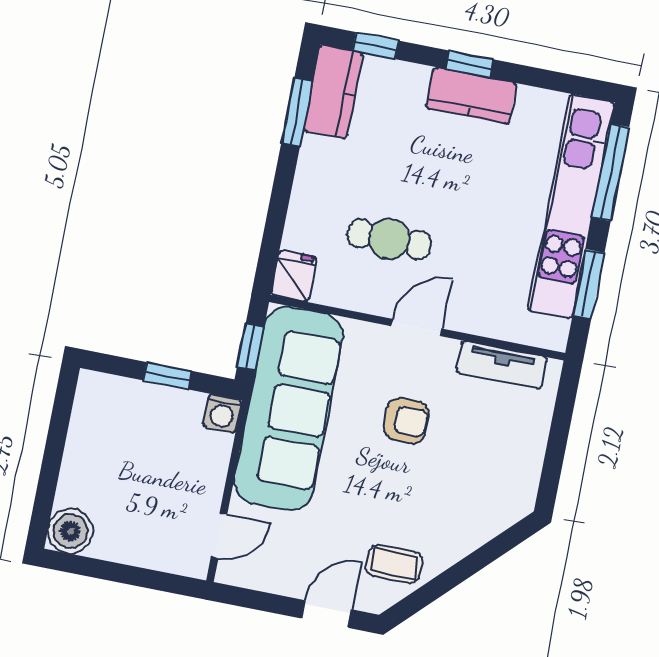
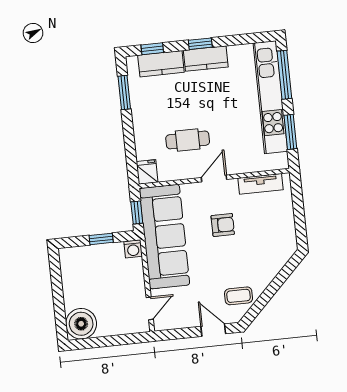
kitchen counter: (333, 92) -> (161, 64), moved, turned 90
boiler: (70, 531) -> (81, 324), width x1.37, depth x1.37
door: (326, 614) -> (213, 330), hinge flipped

